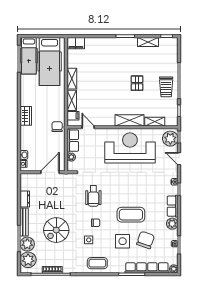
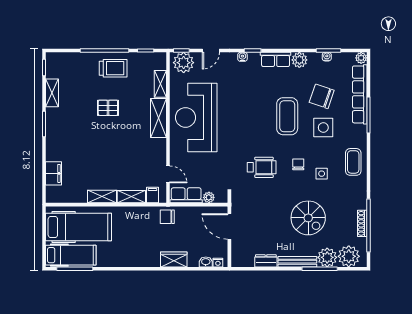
filing cabinet: (76, 43) -> (53, 173), moved
wardrobe: (26, 116) -> (174, 259), moved
door: (88, 127) -> (168, 174), swing flipped

